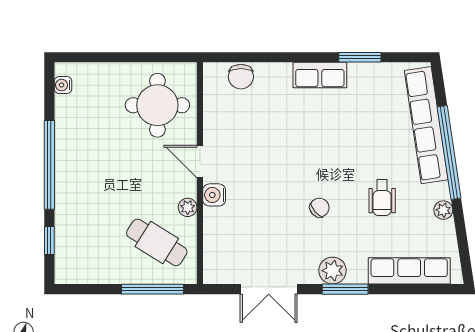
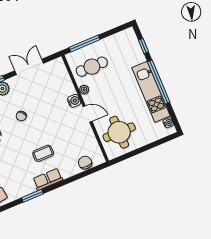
coffee table: (309, 125) -> (43, 153), added
kitchen unit: (70, 153) -> (151, 92), added
cafe table: (157, 242) -> (92, 67), turned -32

